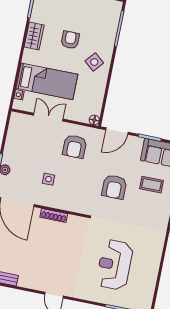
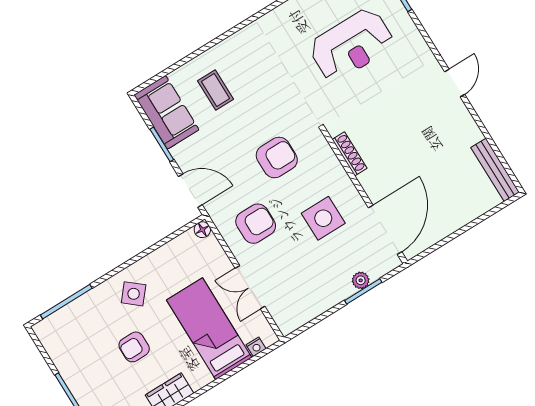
side table: (48, 179) -> (323, 218), width x1.87, depth x1.87
armchair: (114, 187) -> (277, 158), moved
shoe rack: (54, 215) -> (349, 154), moved

